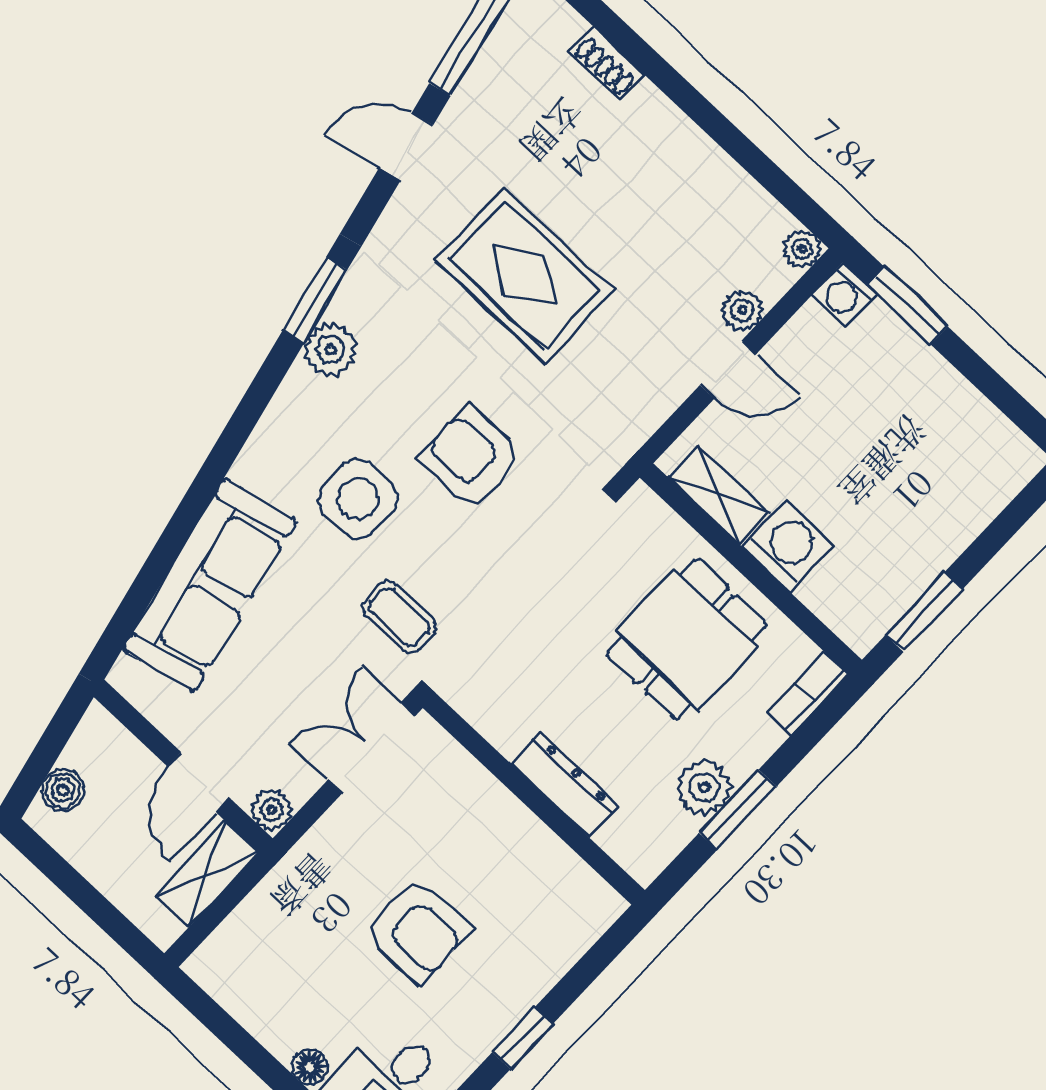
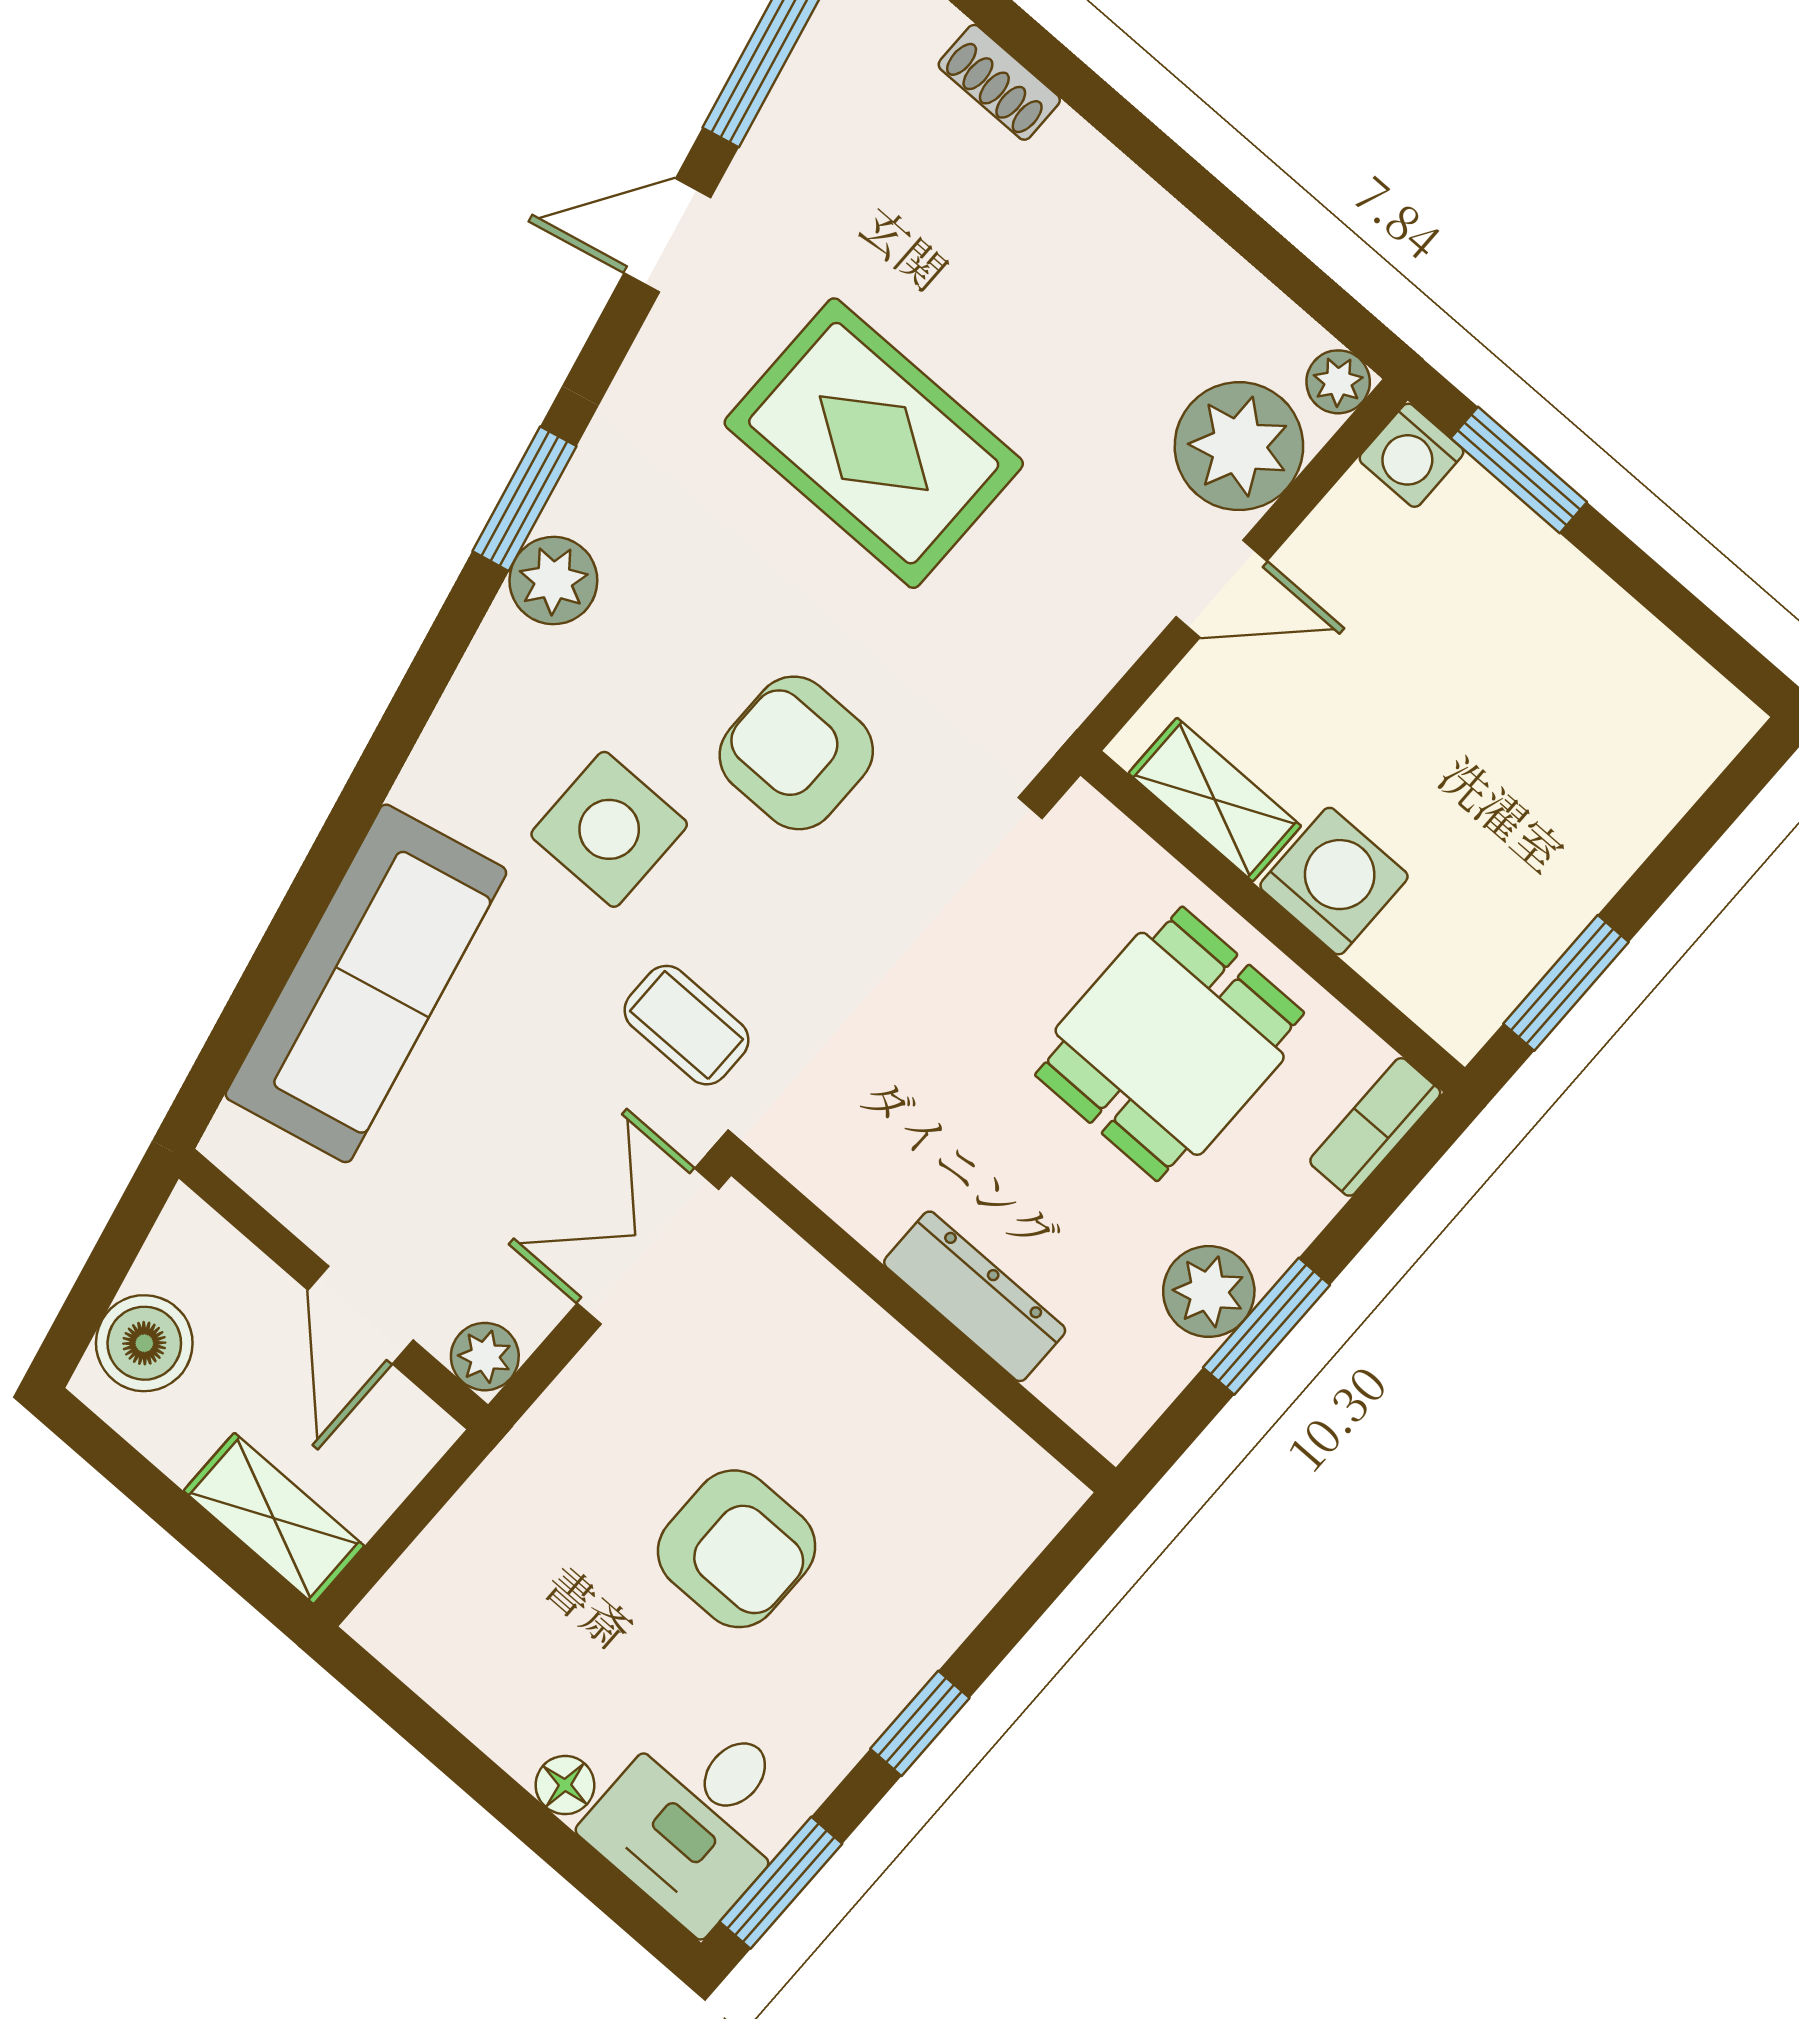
plant: (742, 310) -> (1239, 446), width x1.88, depth x1.88
boiler: (63, 790) -> (144, 1343), width x1.36, depth x1.36
shelving: (207, 874) -> (274, 1518), moved, turned 90

